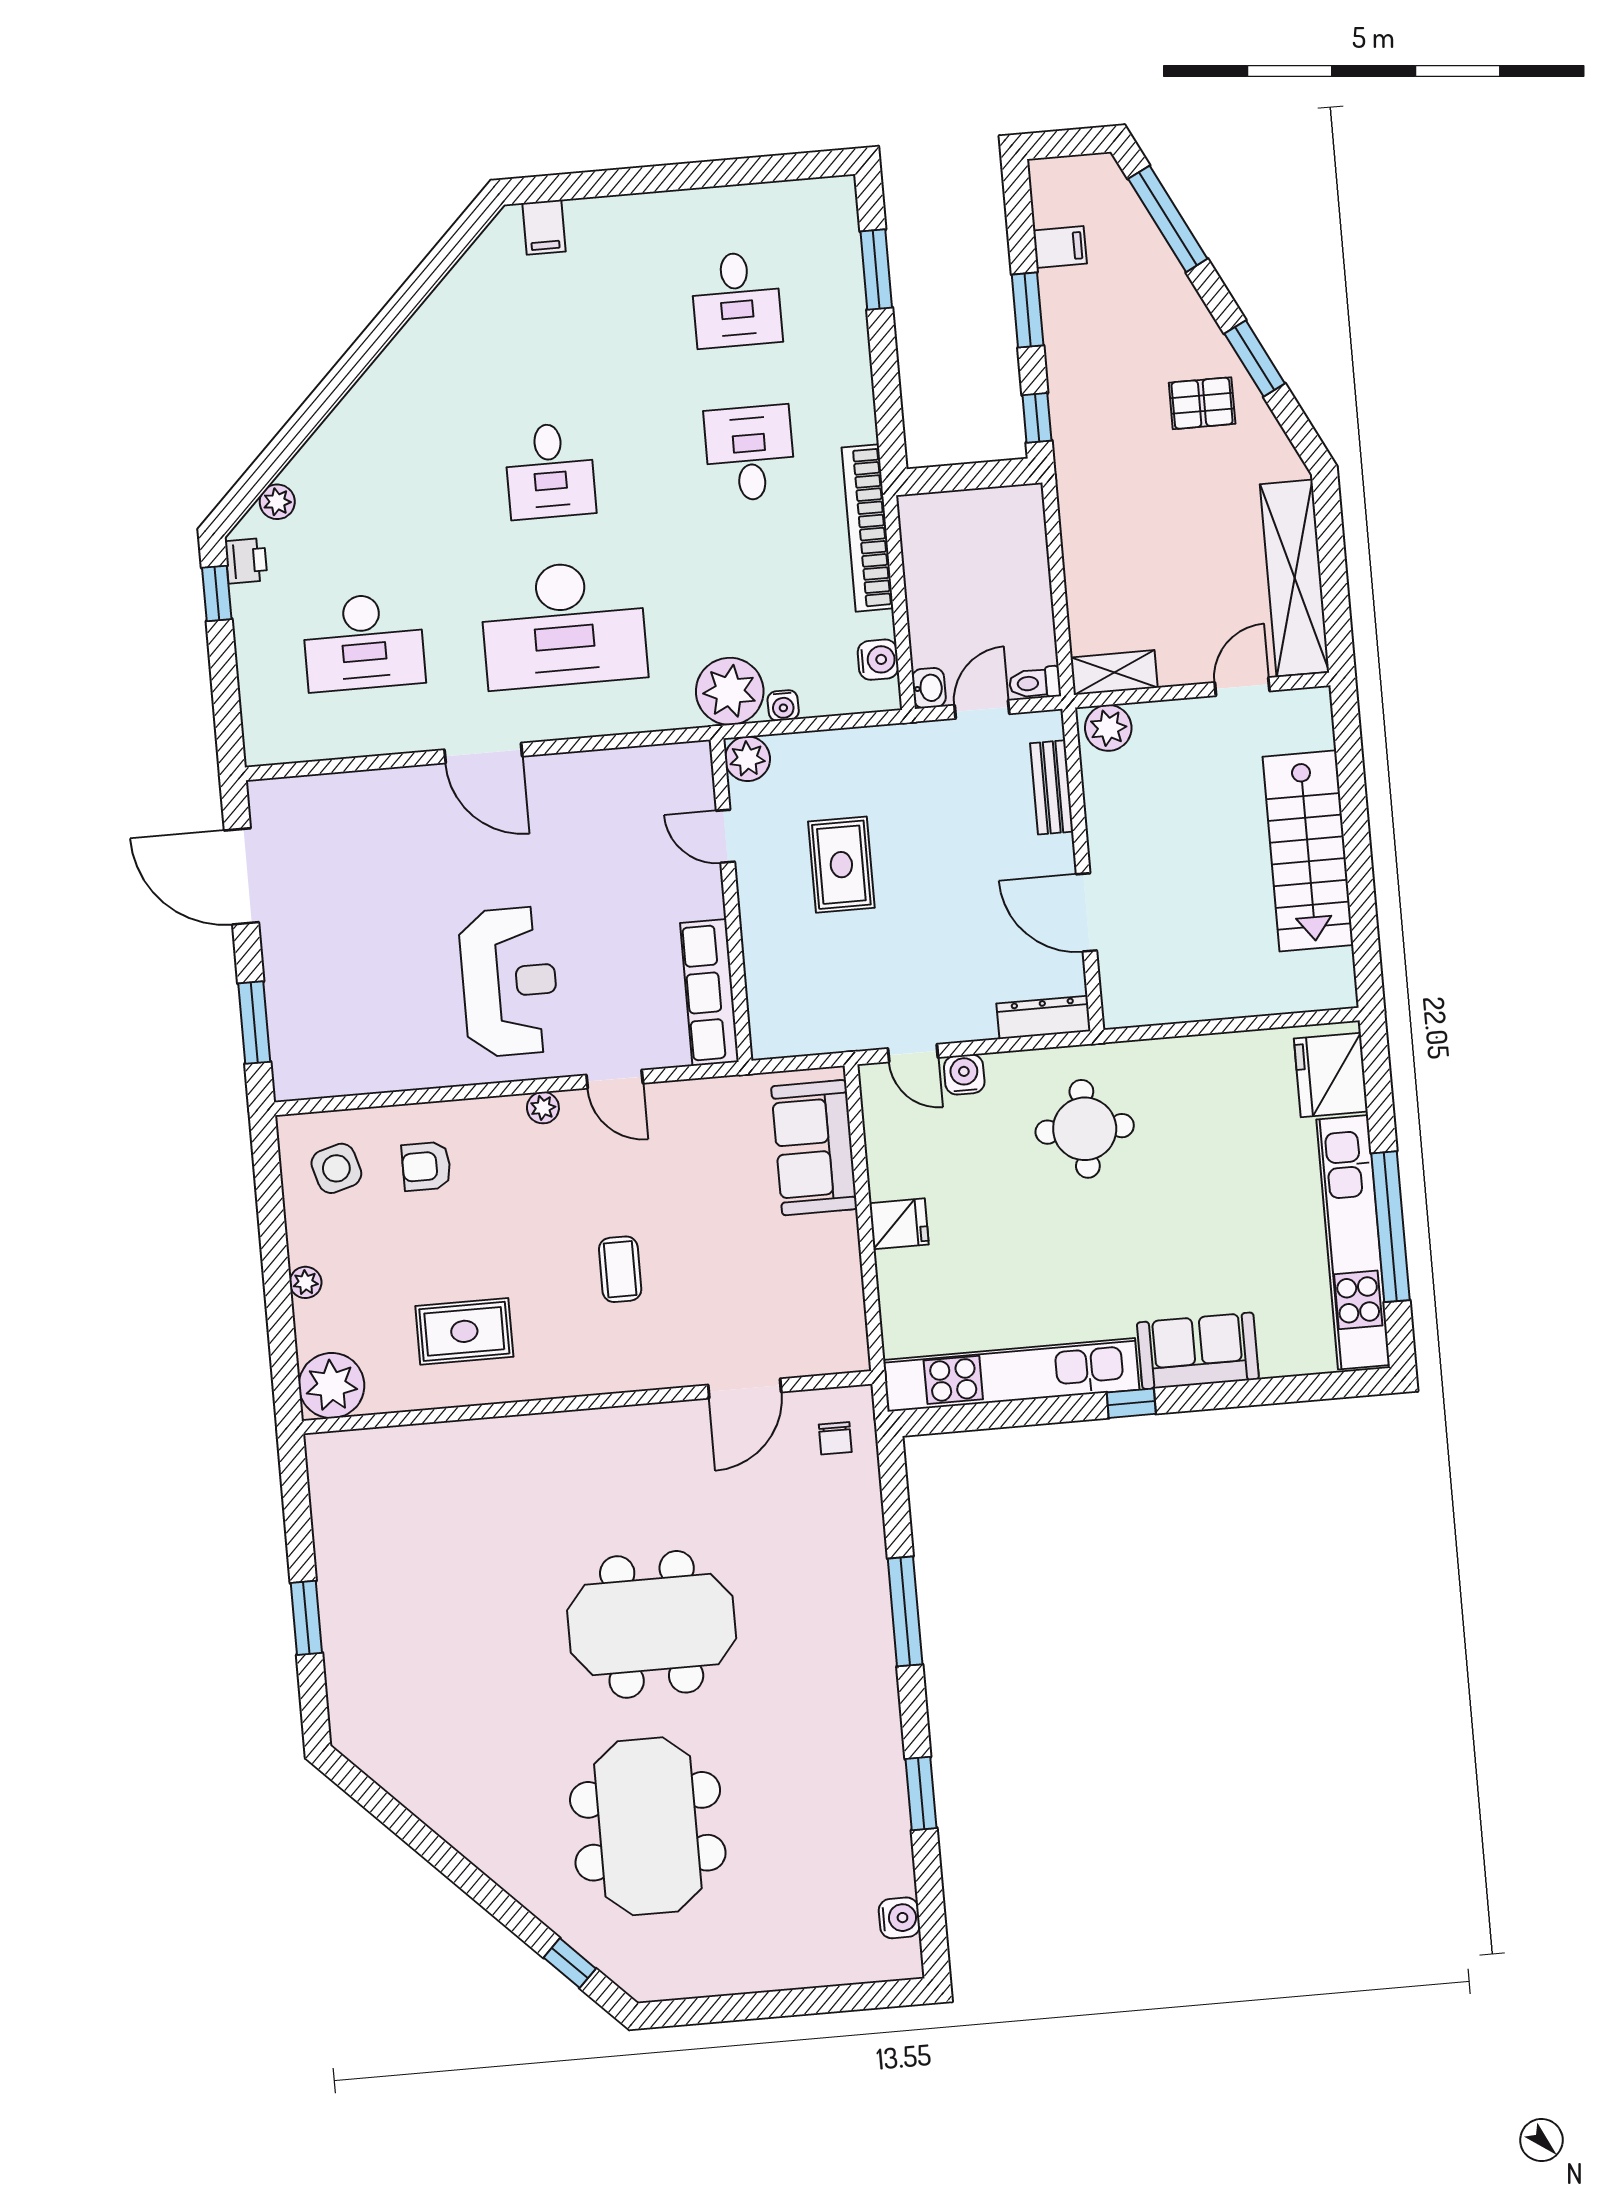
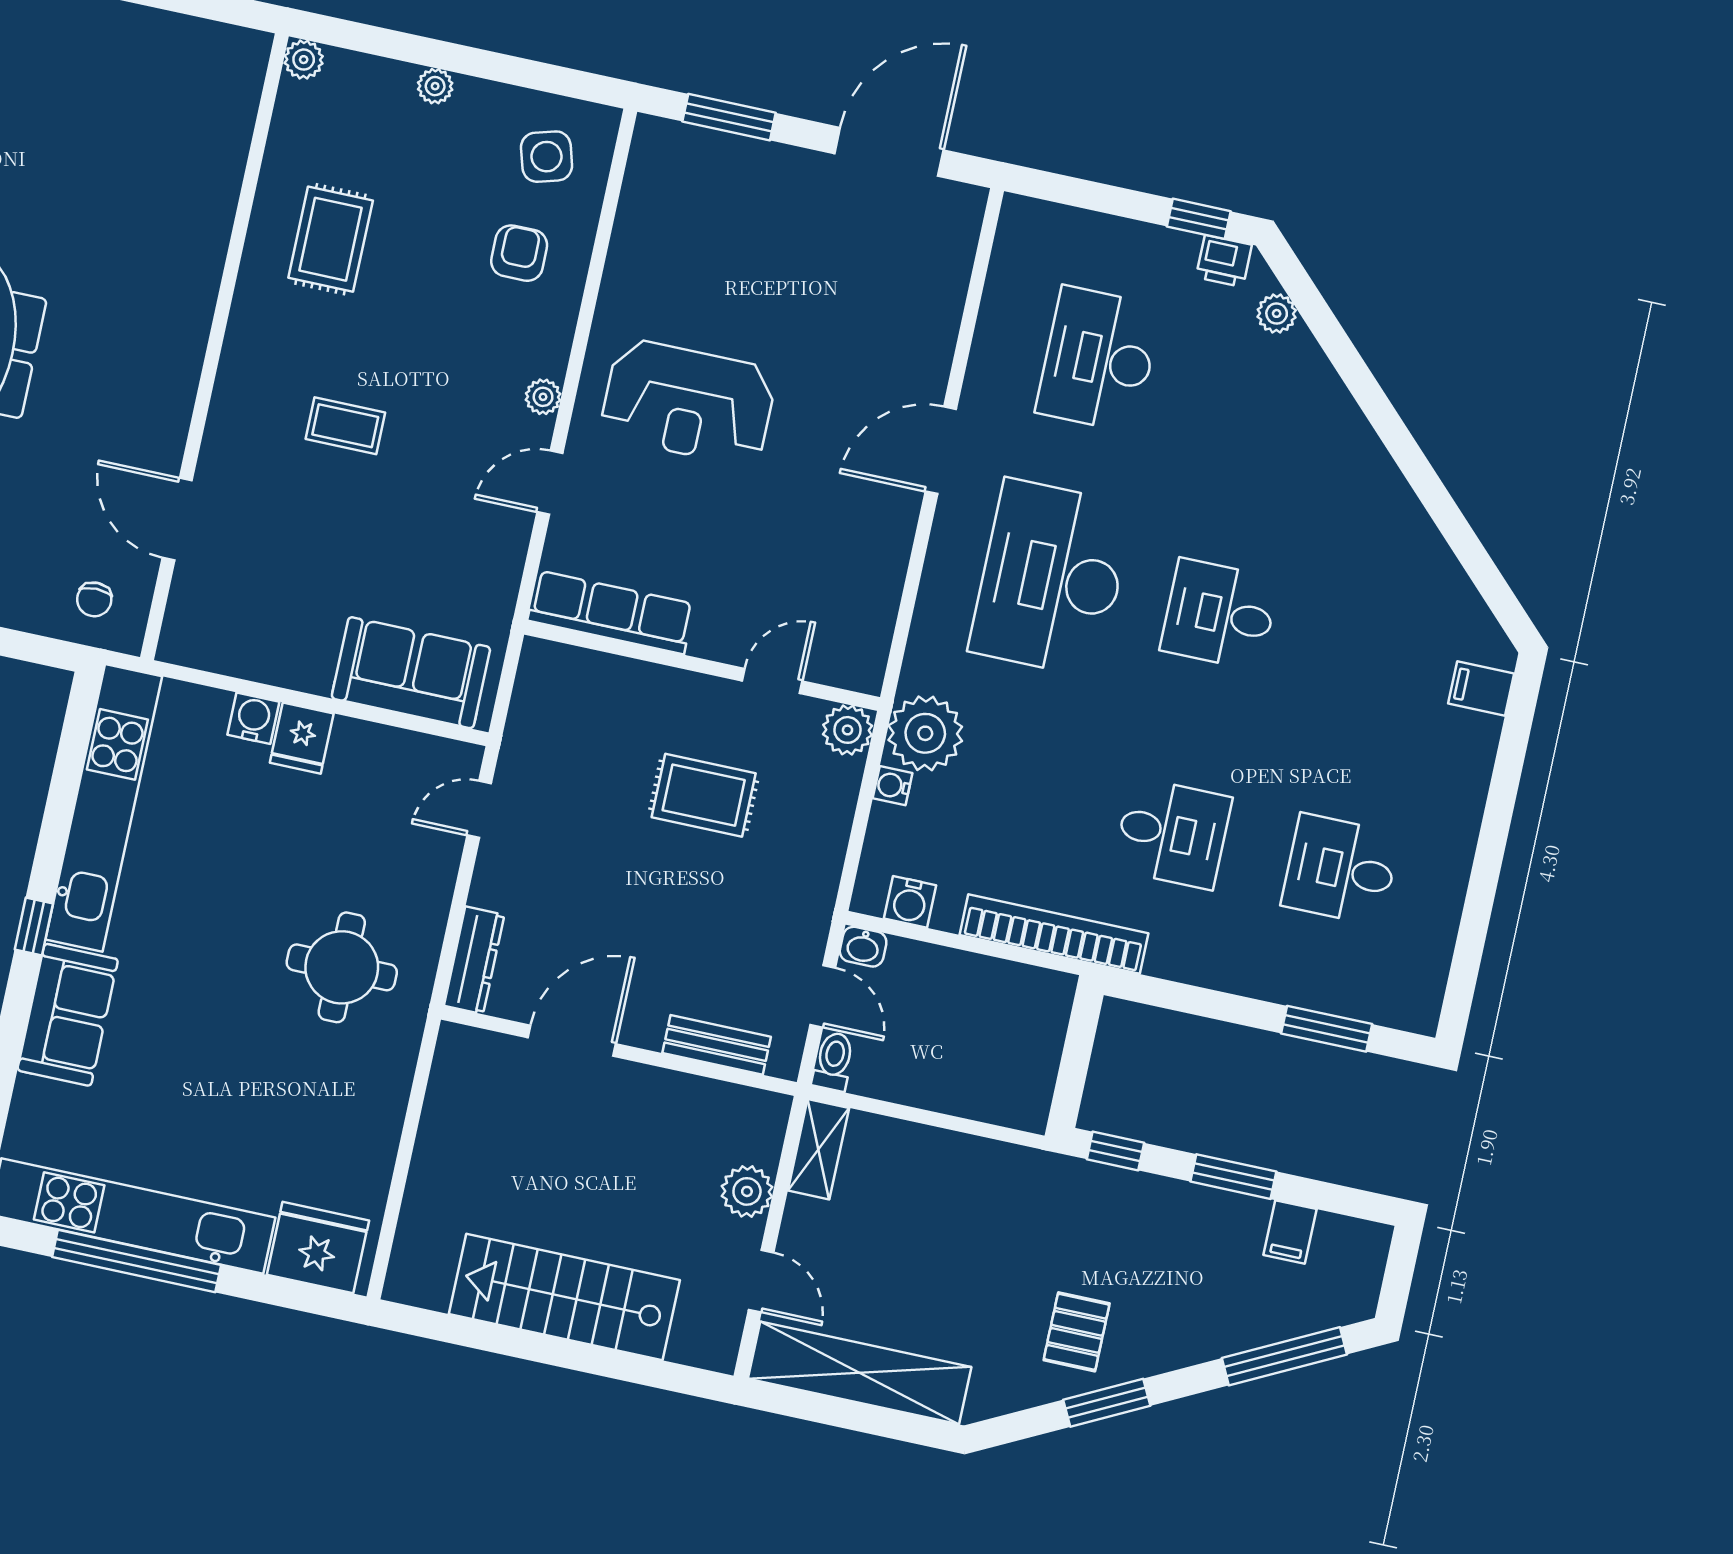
plant: (1108, 728) -> (747, 1191), moved
water cooler: (964, 1075) -> (253, 718), moved, turned -90
plant: (332, 1385) -> (304, 60), width x0.53, depth x0.53
chair: (835, 1438) -> (94, 599), turned -90

